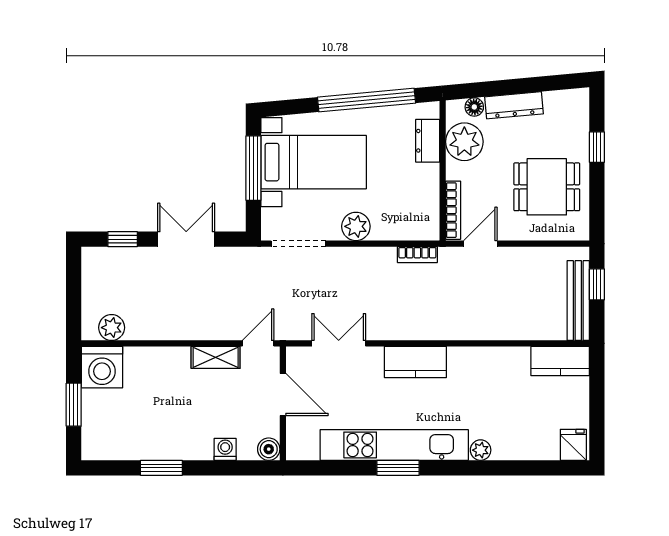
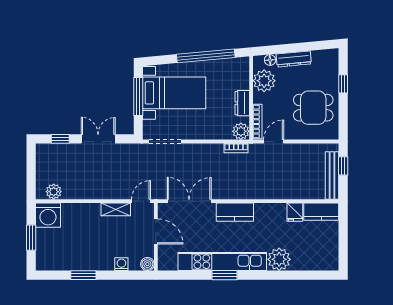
dresser: (428, 141) -> (242, 103), moved
plant: (356, 226) -> (241, 131), moved
double door: (339, 343) -> (189, 201), width x1.37
fridge: (573, 445) -> (295, 212), moved, turned 180
plant: (481, 450) -> (279, 259), width x1.88, depth x1.88

